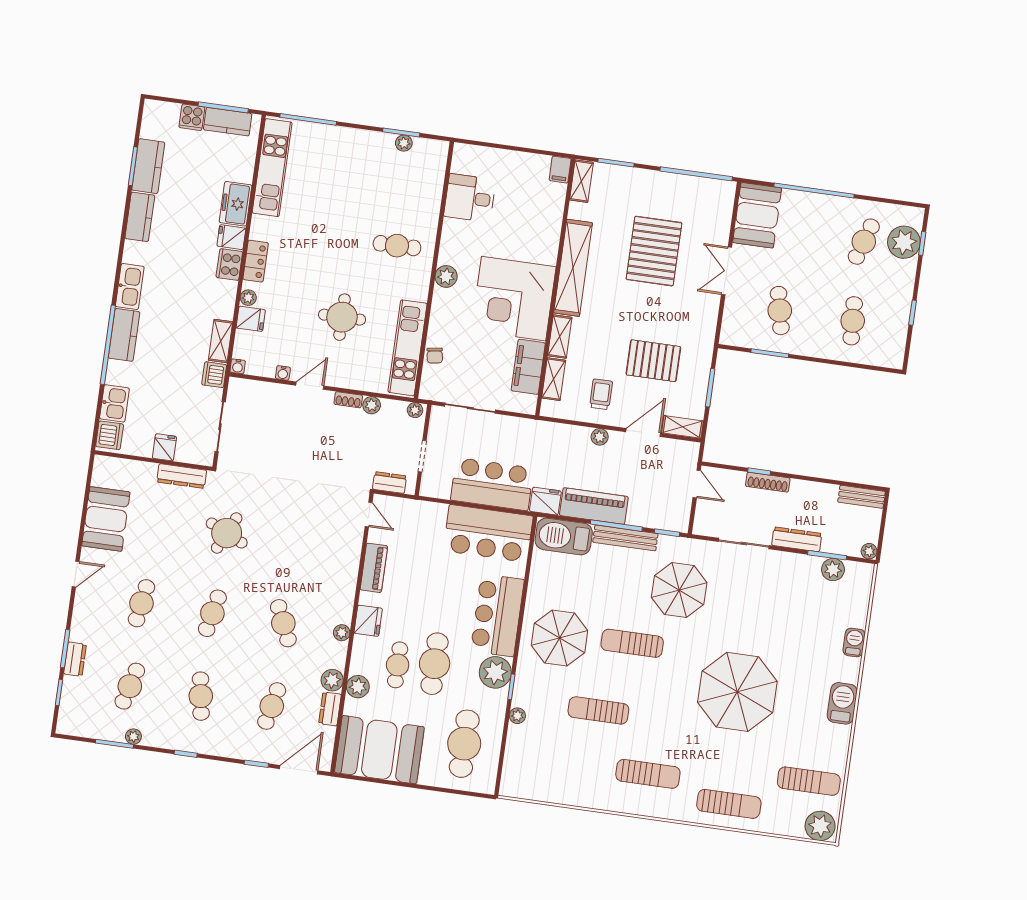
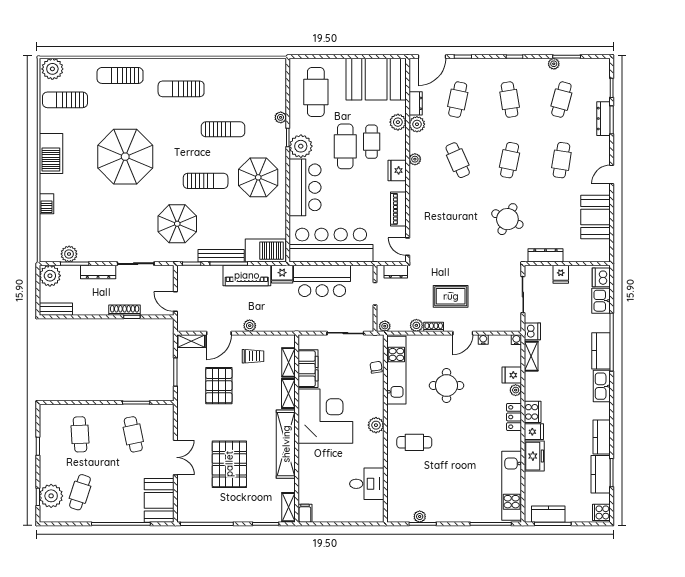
cooker: (192, 117) -> (601, 512), moved, turned -90
pallet: (653, 361) -> (219, 386), turned 90
trolley: (601, 394) -> (253, 356), turned -90
rug: (319, 438) -> (451, 296), added
bar counter: (488, 533) -> (331, 245), width x1.36
plant: (869, 551) -> (50, 276), width x1.88, depth x1.88
dresser: (75, 659) -> (603, 119), width x1.44
barbecue: (842, 703) -> (51, 154), width x1.37, depth x1.21

